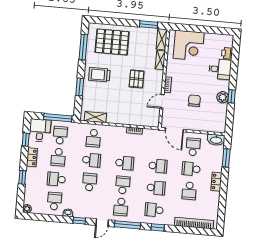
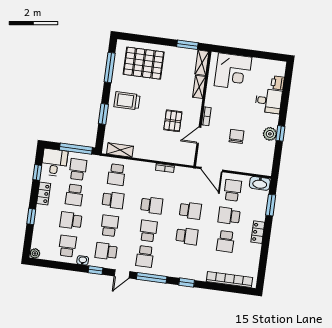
pallet: (137, 79) -> (173, 121), moved
school desk: (154, 210) -> (106, 251), moved

